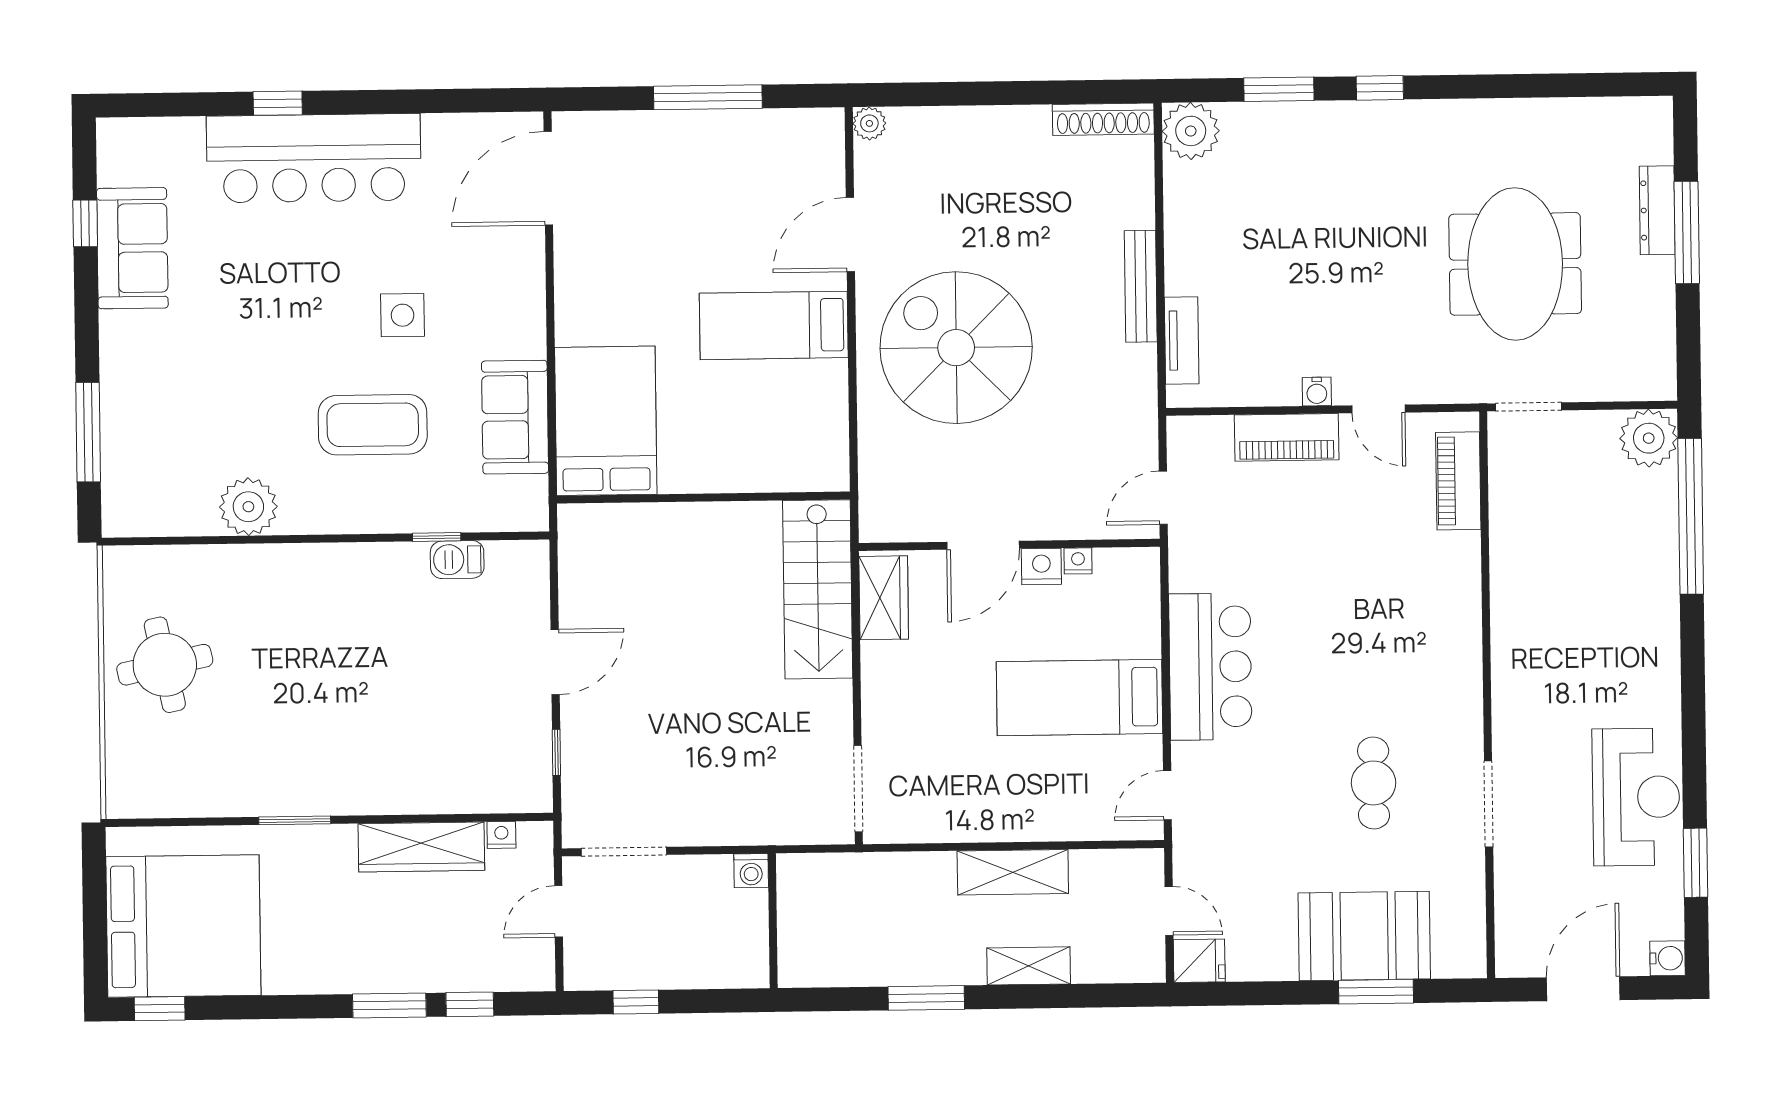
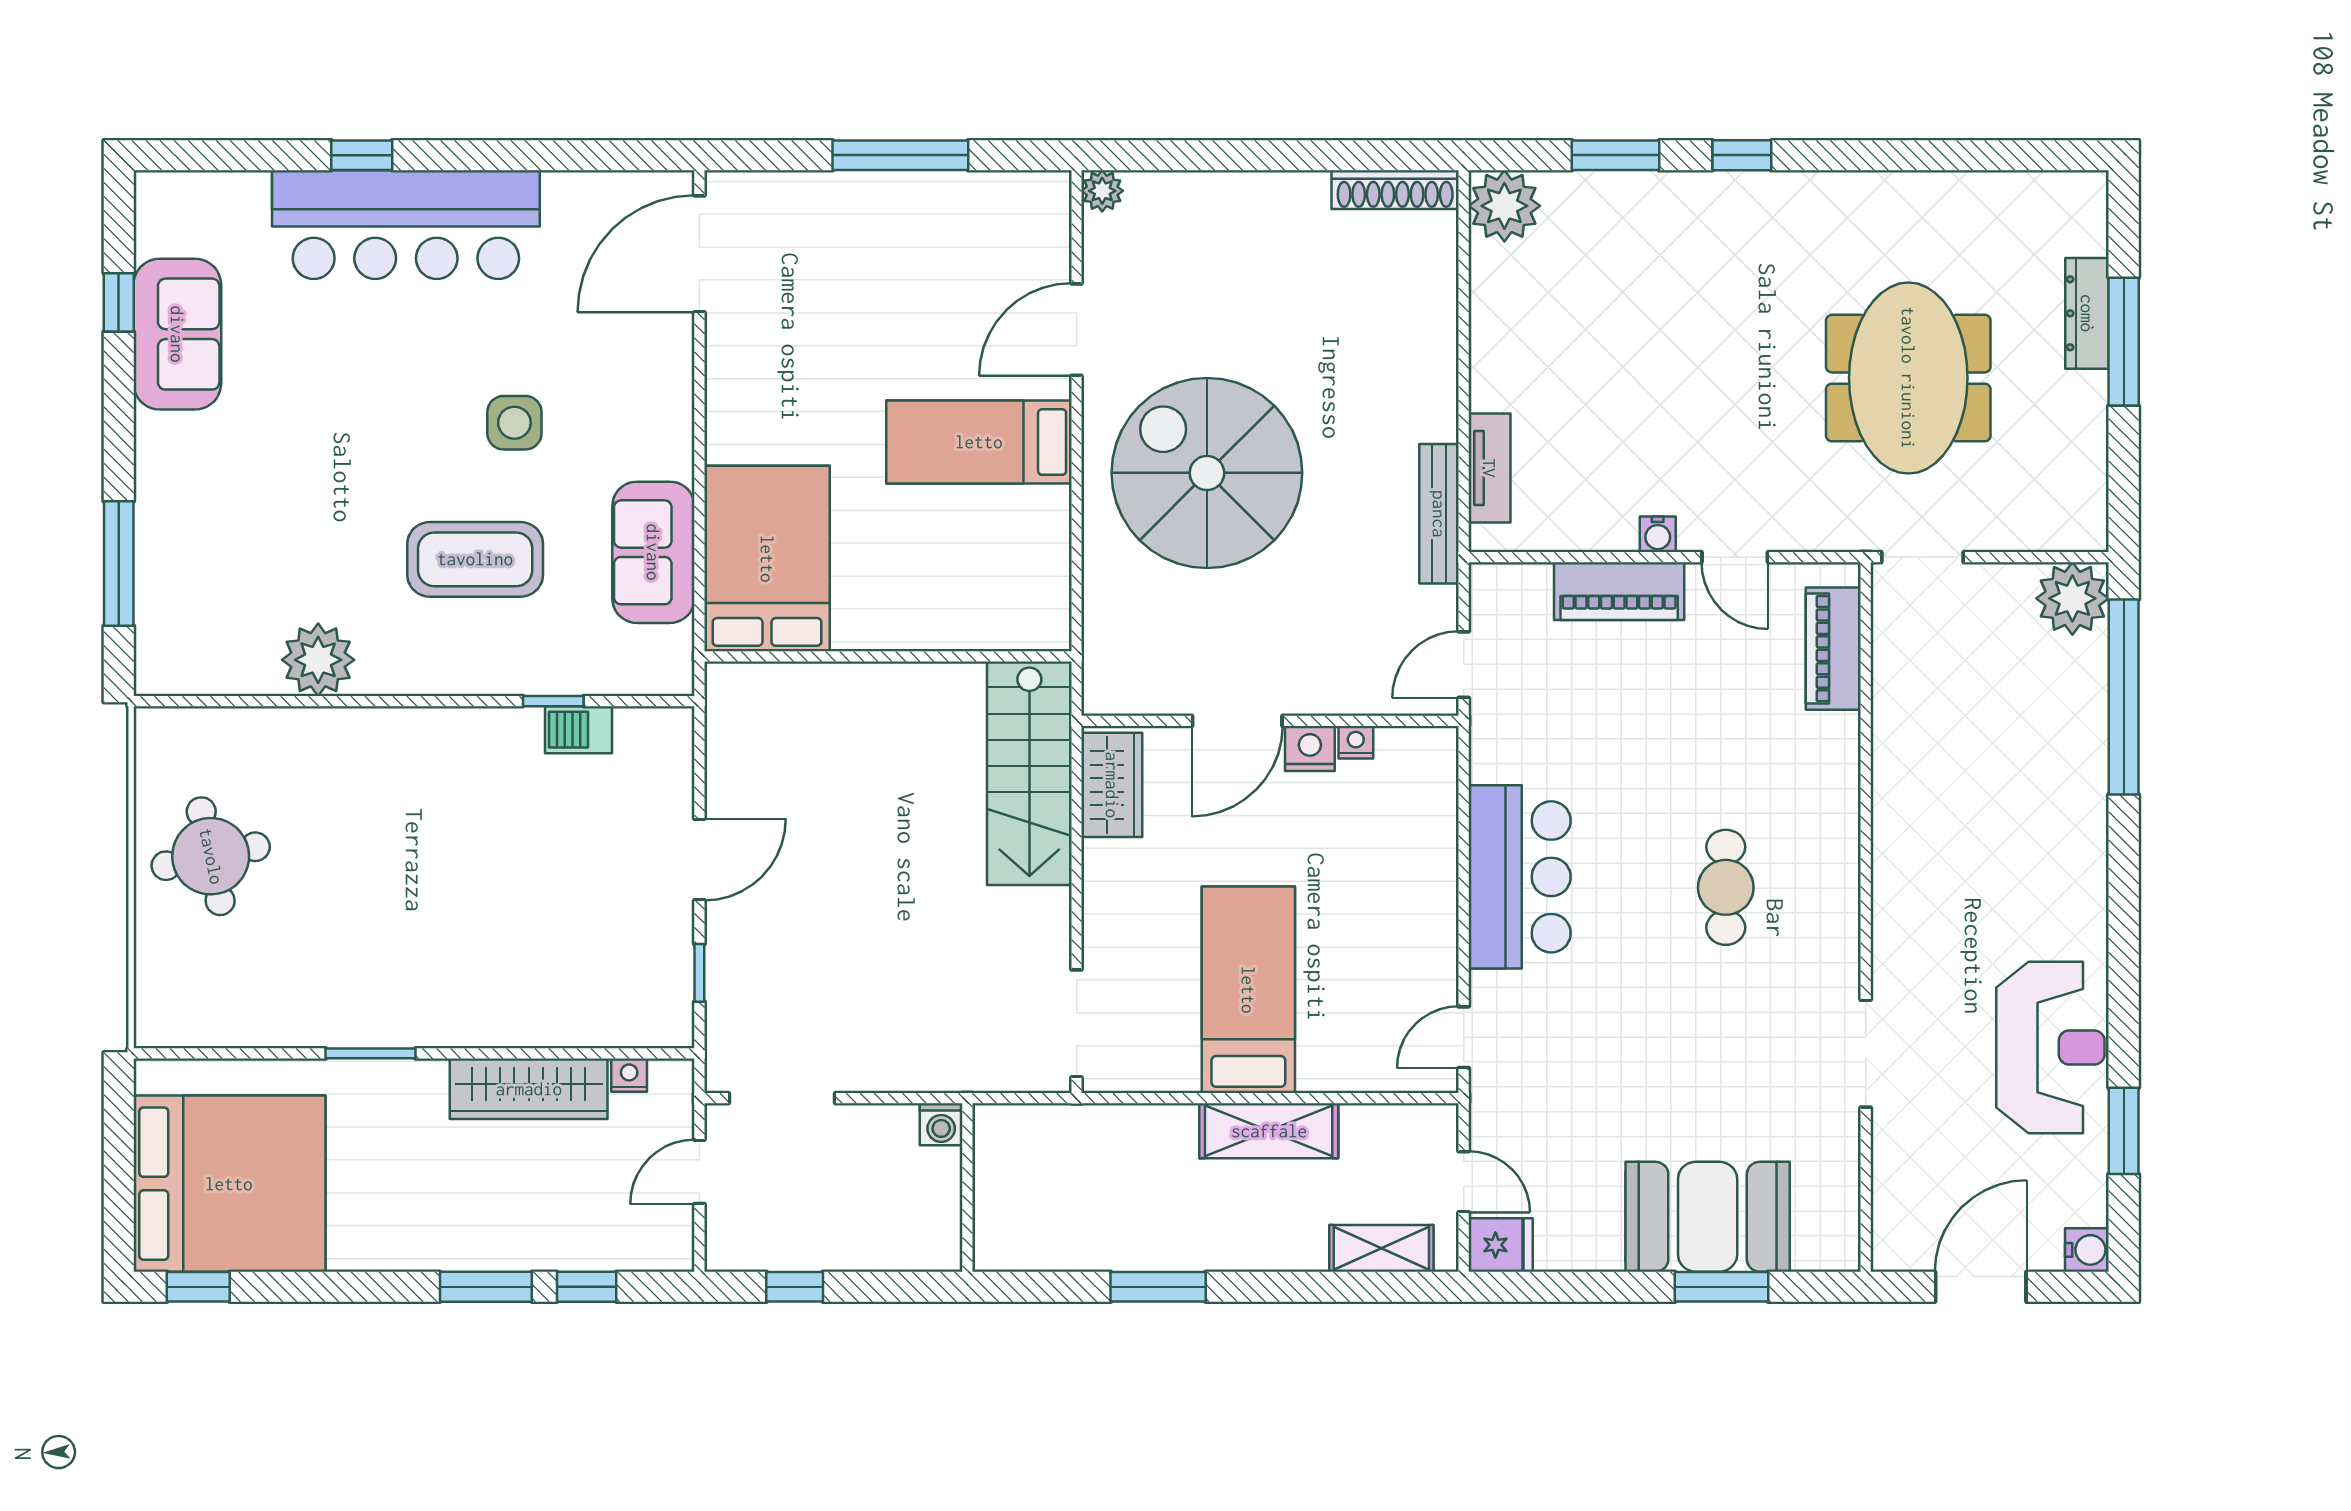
bench: (1141, 286) -> (1439, 514), moved
bed: (1079, 698) -> (1248, 990), moved, turned 90
cafe table: (1374, 783) -> (1726, 887), moved
shelving: (1029, 966) -> (1381, 1248), moved

